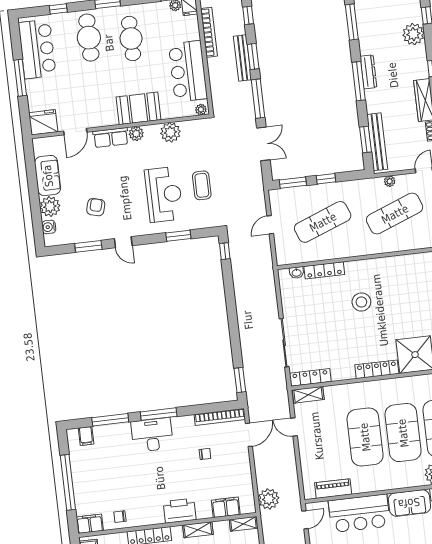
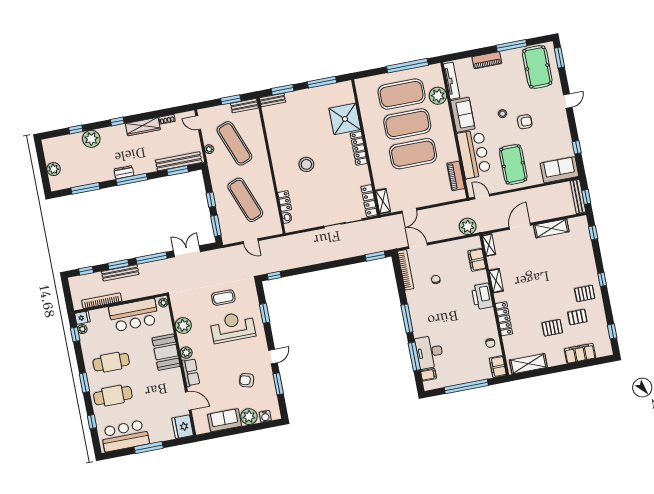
dresser: (368, 72) -> (124, 172), width x0.70
locker: (324, 270) -> (285, 201), width x0.66
desk: (152, 435) -> (429, 352), moved

